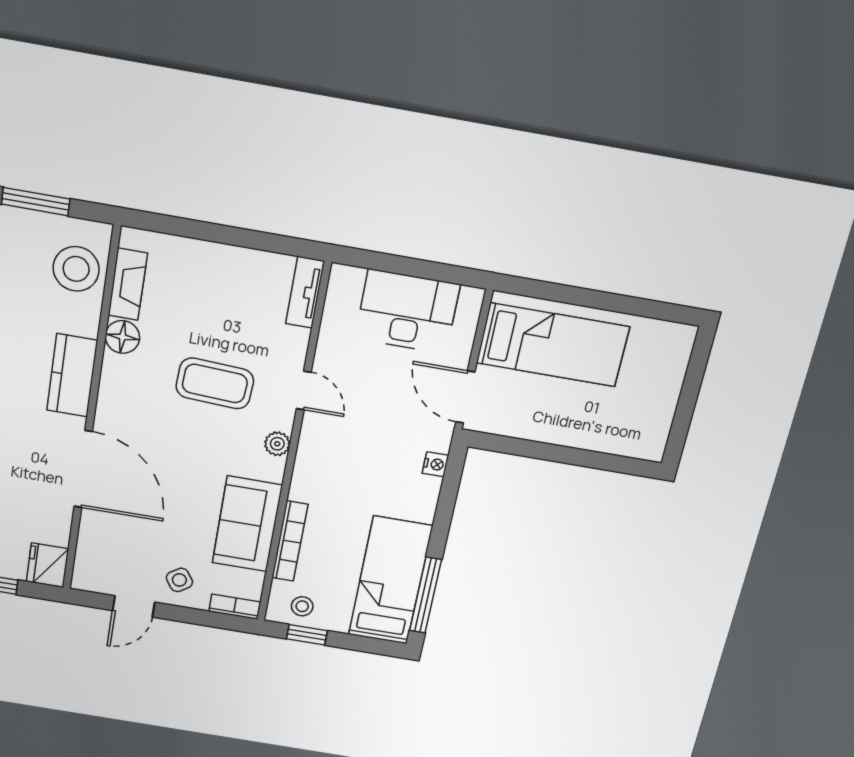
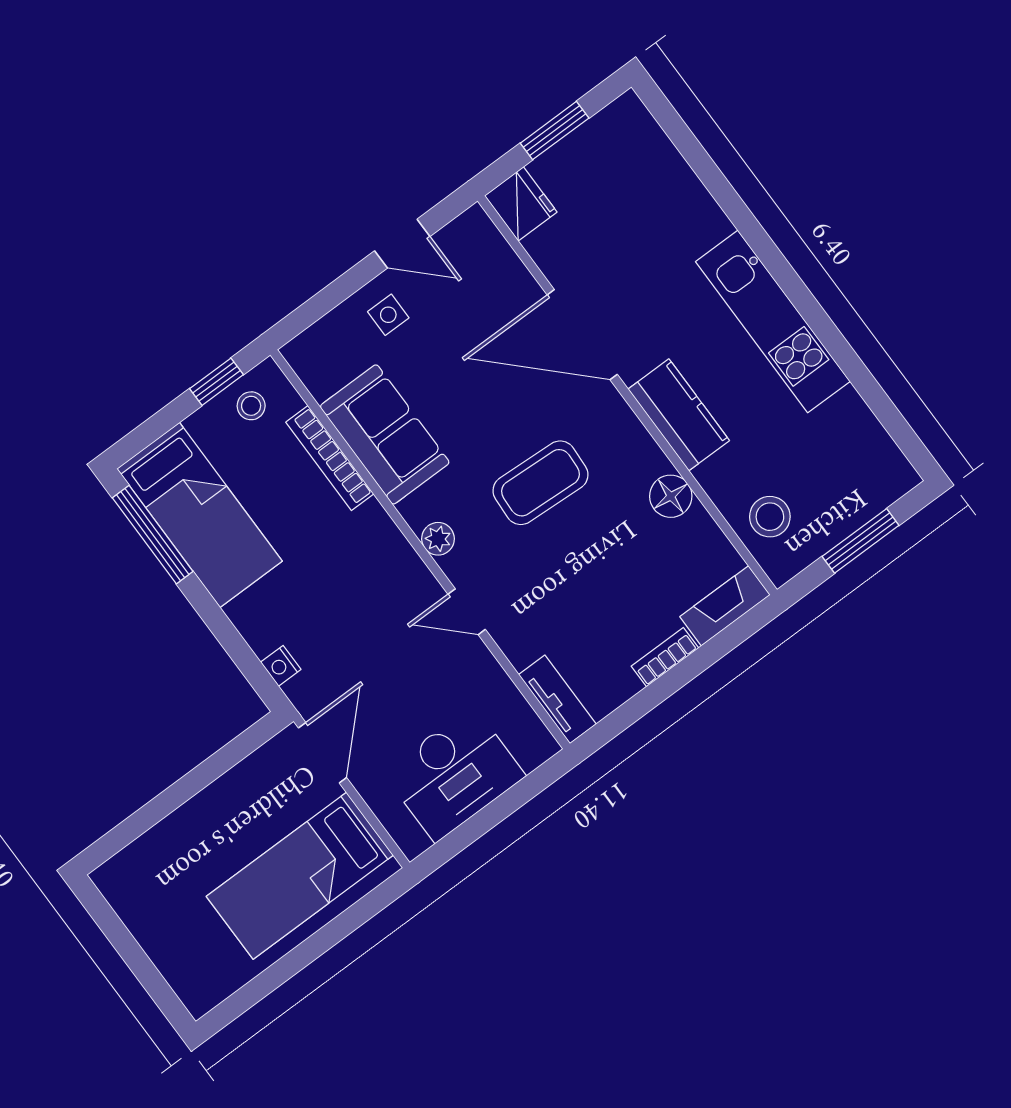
stool: (76, 269) -> (770, 517), width x0.73, depth x0.73
fireplace: (128, 284) -> (725, 606), moved, turned 90
coffee table: (215, 383) -> (541, 483), moved
door: (465, 397) -> (322, 753), hinge flipped
side table: (179, 580) -> (388, 315), turned 35
door: (134, 606) -> (402, 244), swing flipped
bookcase: (235, 607) -> (665, 657), moved, turned 180

